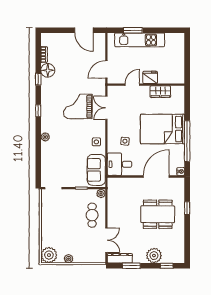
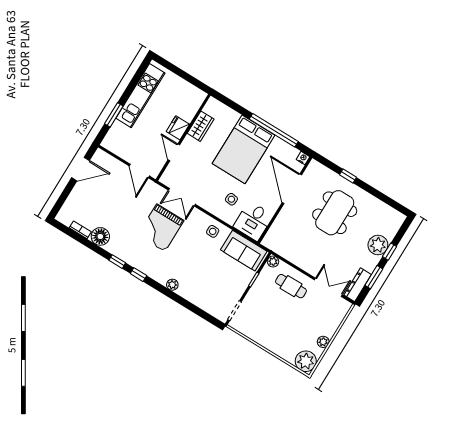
kitchen unit: (140, 40) -> (140, 96), moved
window: (38, 79) -> (117, 262), moved
window: (167, 266) -> (390, 252), moved

